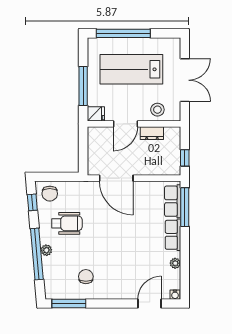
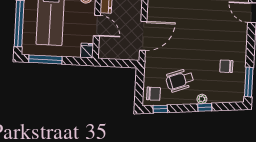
window: (83, 86) -> (45, 59), moved
wheelchair: (67, 223) -> (180, 80), turned -110
window: (37, 254) -> (205, 107), width x0.32

